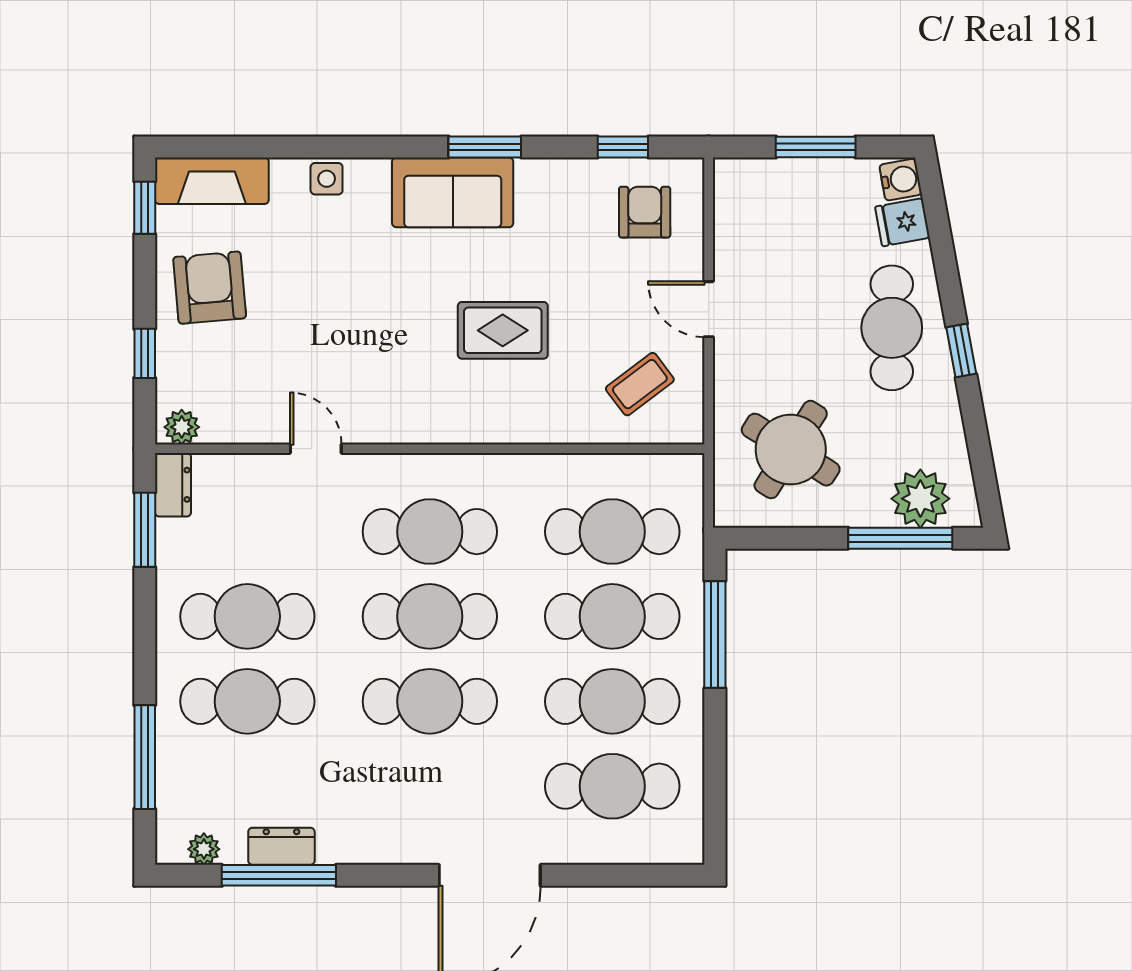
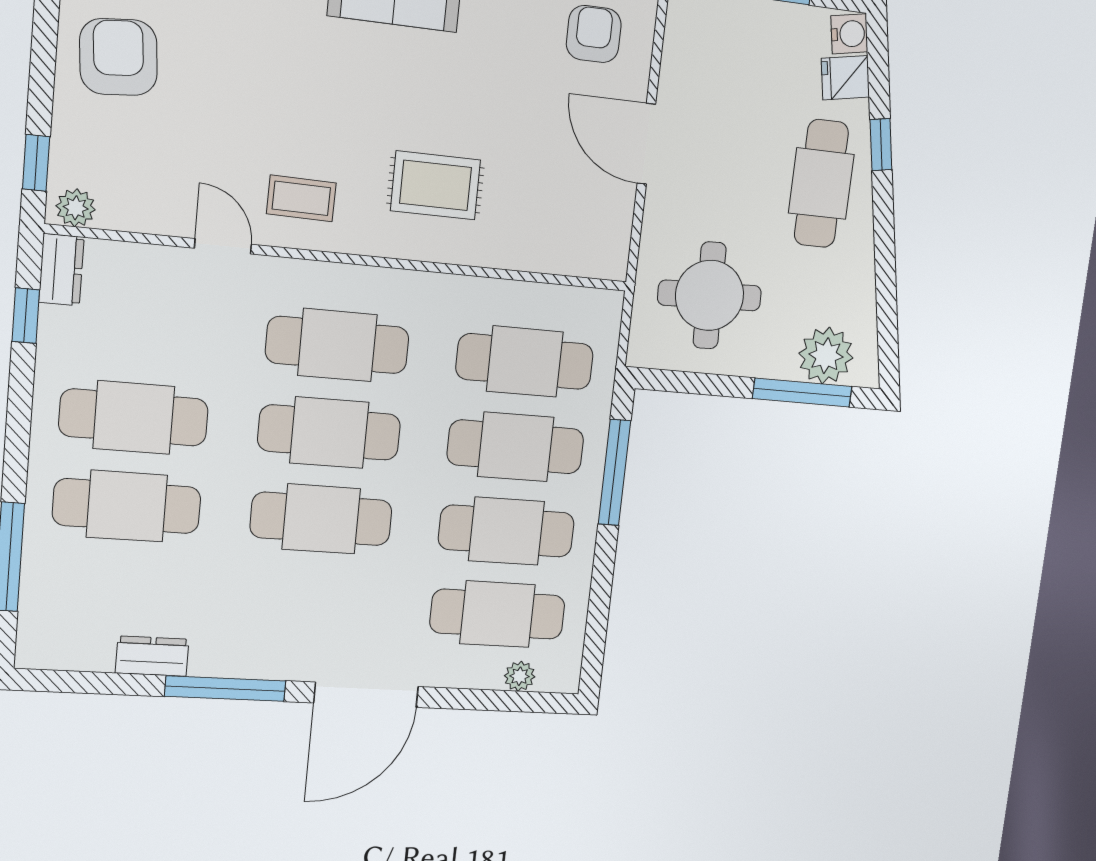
door: (709, 309) -> (646, 144), width x1.38
rug: (503, 330) -> (436, 185), moved
window: (961, 351) -> (881, 145), moved
window: (145, 353) -> (36, 163), moved
coffee table: (640, 384) -> (301, 198), moved, turned 38
round table: (791, 450) -> (710, 295), turned -34
window: (145, 530) -> (26, 316), width x0.67
plant: (204, 849) -> (520, 676), moved
window: (279, 875) -> (225, 689), moved

